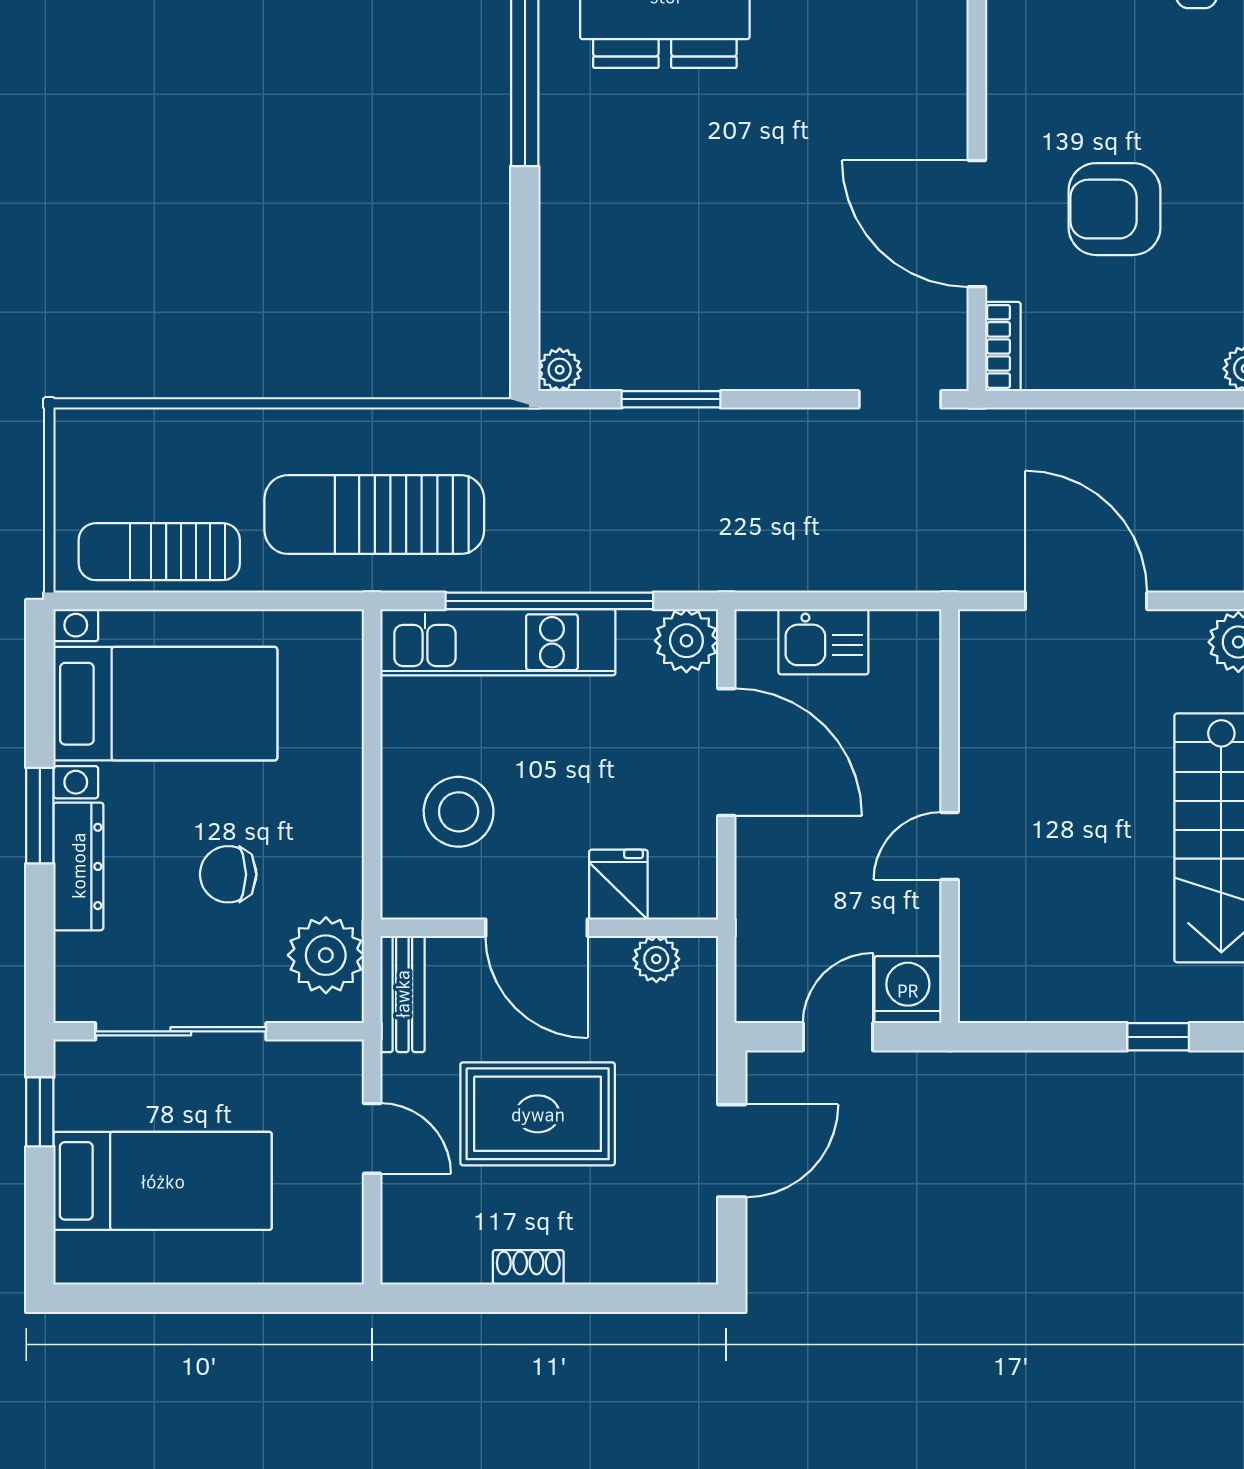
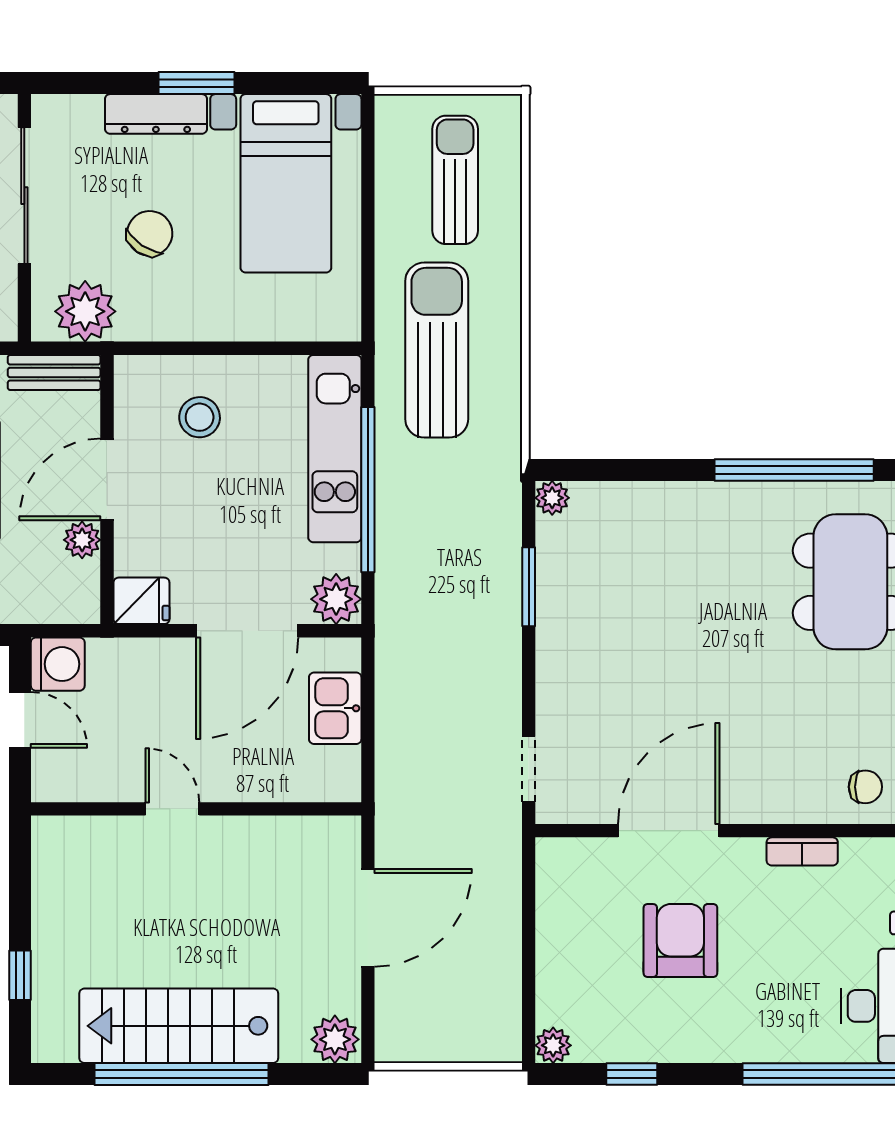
bookcase: (1003, 346) -> (802, 851), moved
sun lounger: (159, 552) -> (455, 180), moved
stool: (459, 812) -> (200, 417), width x0.73, depth x0.73
chair: (228, 874) -> (150, 233), turned 34
fridge: (618, 885) -> (141, 601), moved
plant: (656, 959) -> (82, 540), moved
washing machine: (908, 990) -> (58, 664), moved

